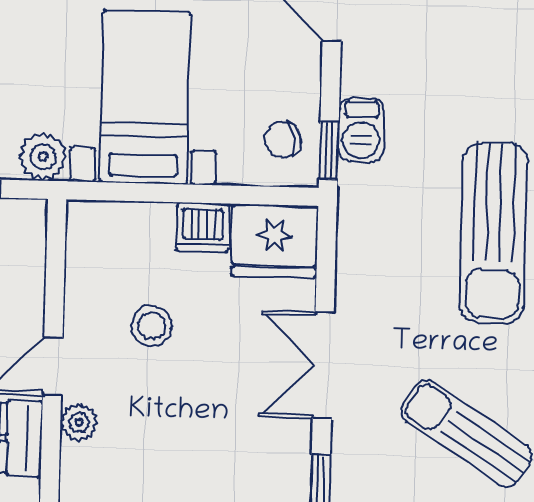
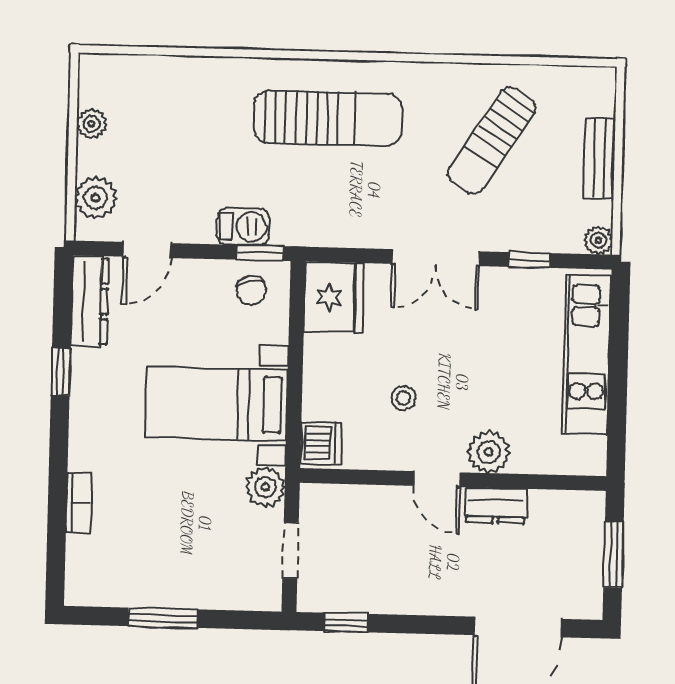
dishwasher: (203, 227) -> (321, 443), moved
stool: (152, 326) -> (404, 398), width x0.73, depth x0.73
plant: (79, 422) -> (489, 452), width x1.38, depth x1.38

